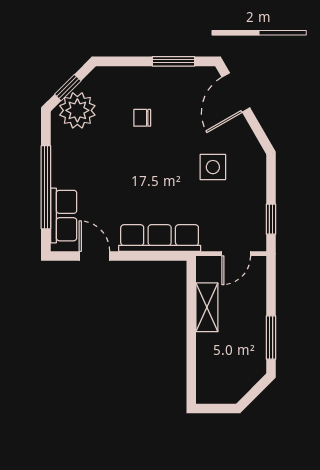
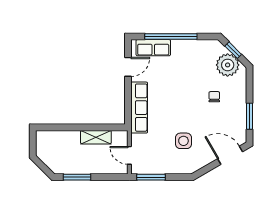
plant: (77, 110) -> (228, 65), moved
window: (271, 219) -> (151, 177), width x1.50

